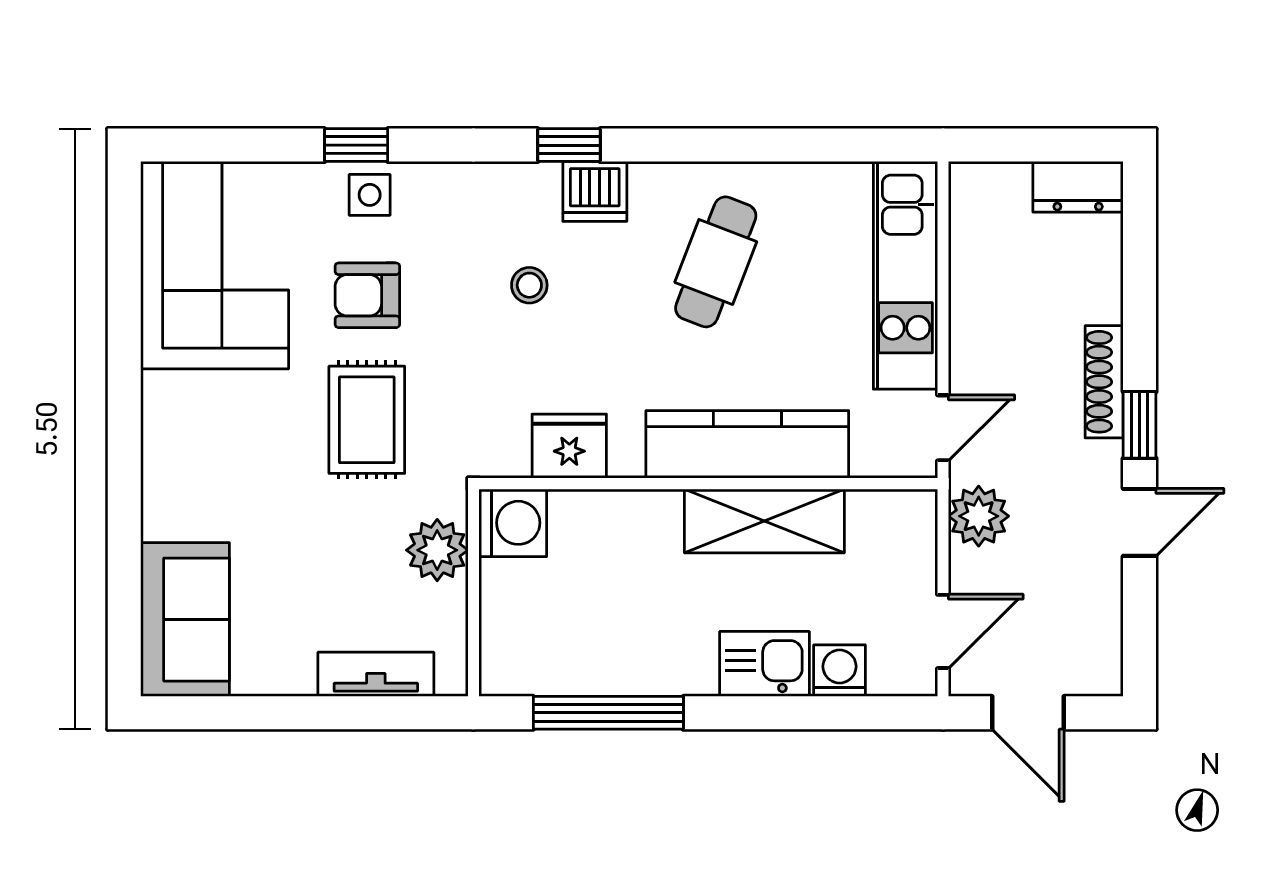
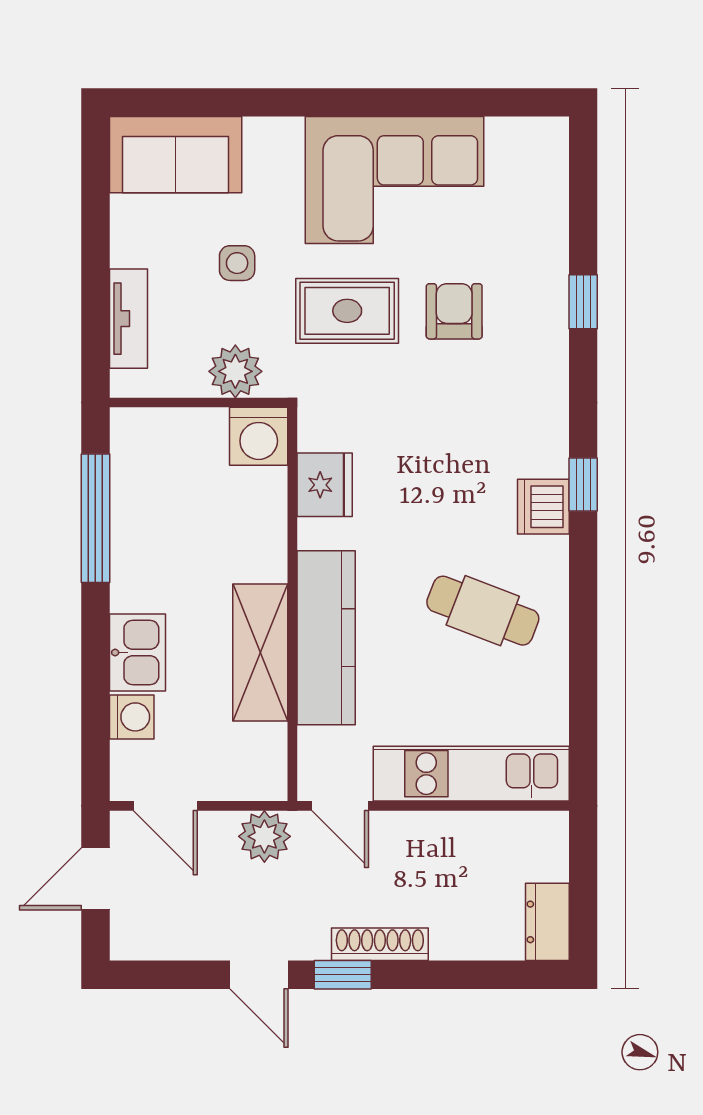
side table: (370, 195) -> (237, 263), moved
corner sofa: (215, 265) -> (395, 180), moved
stool: (529, 285) -> (463, 450), removed

